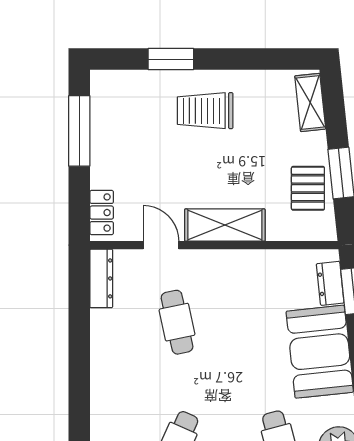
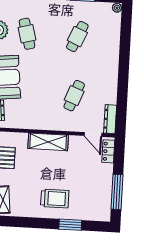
door: (161, 245) -> (93, 134), moved
cafe table: (177, 322) -> (74, 96), turned 33

